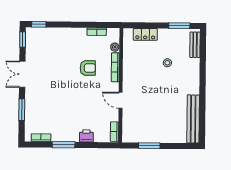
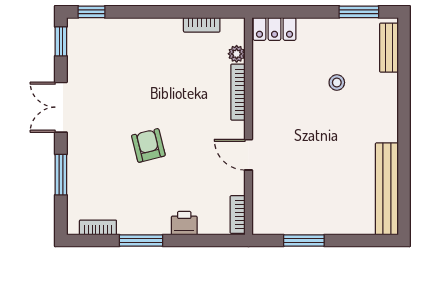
locker: (145, 34) -> (274, 29), moved
armchair: (88, 68) -> (148, 145), moved, turned -104

